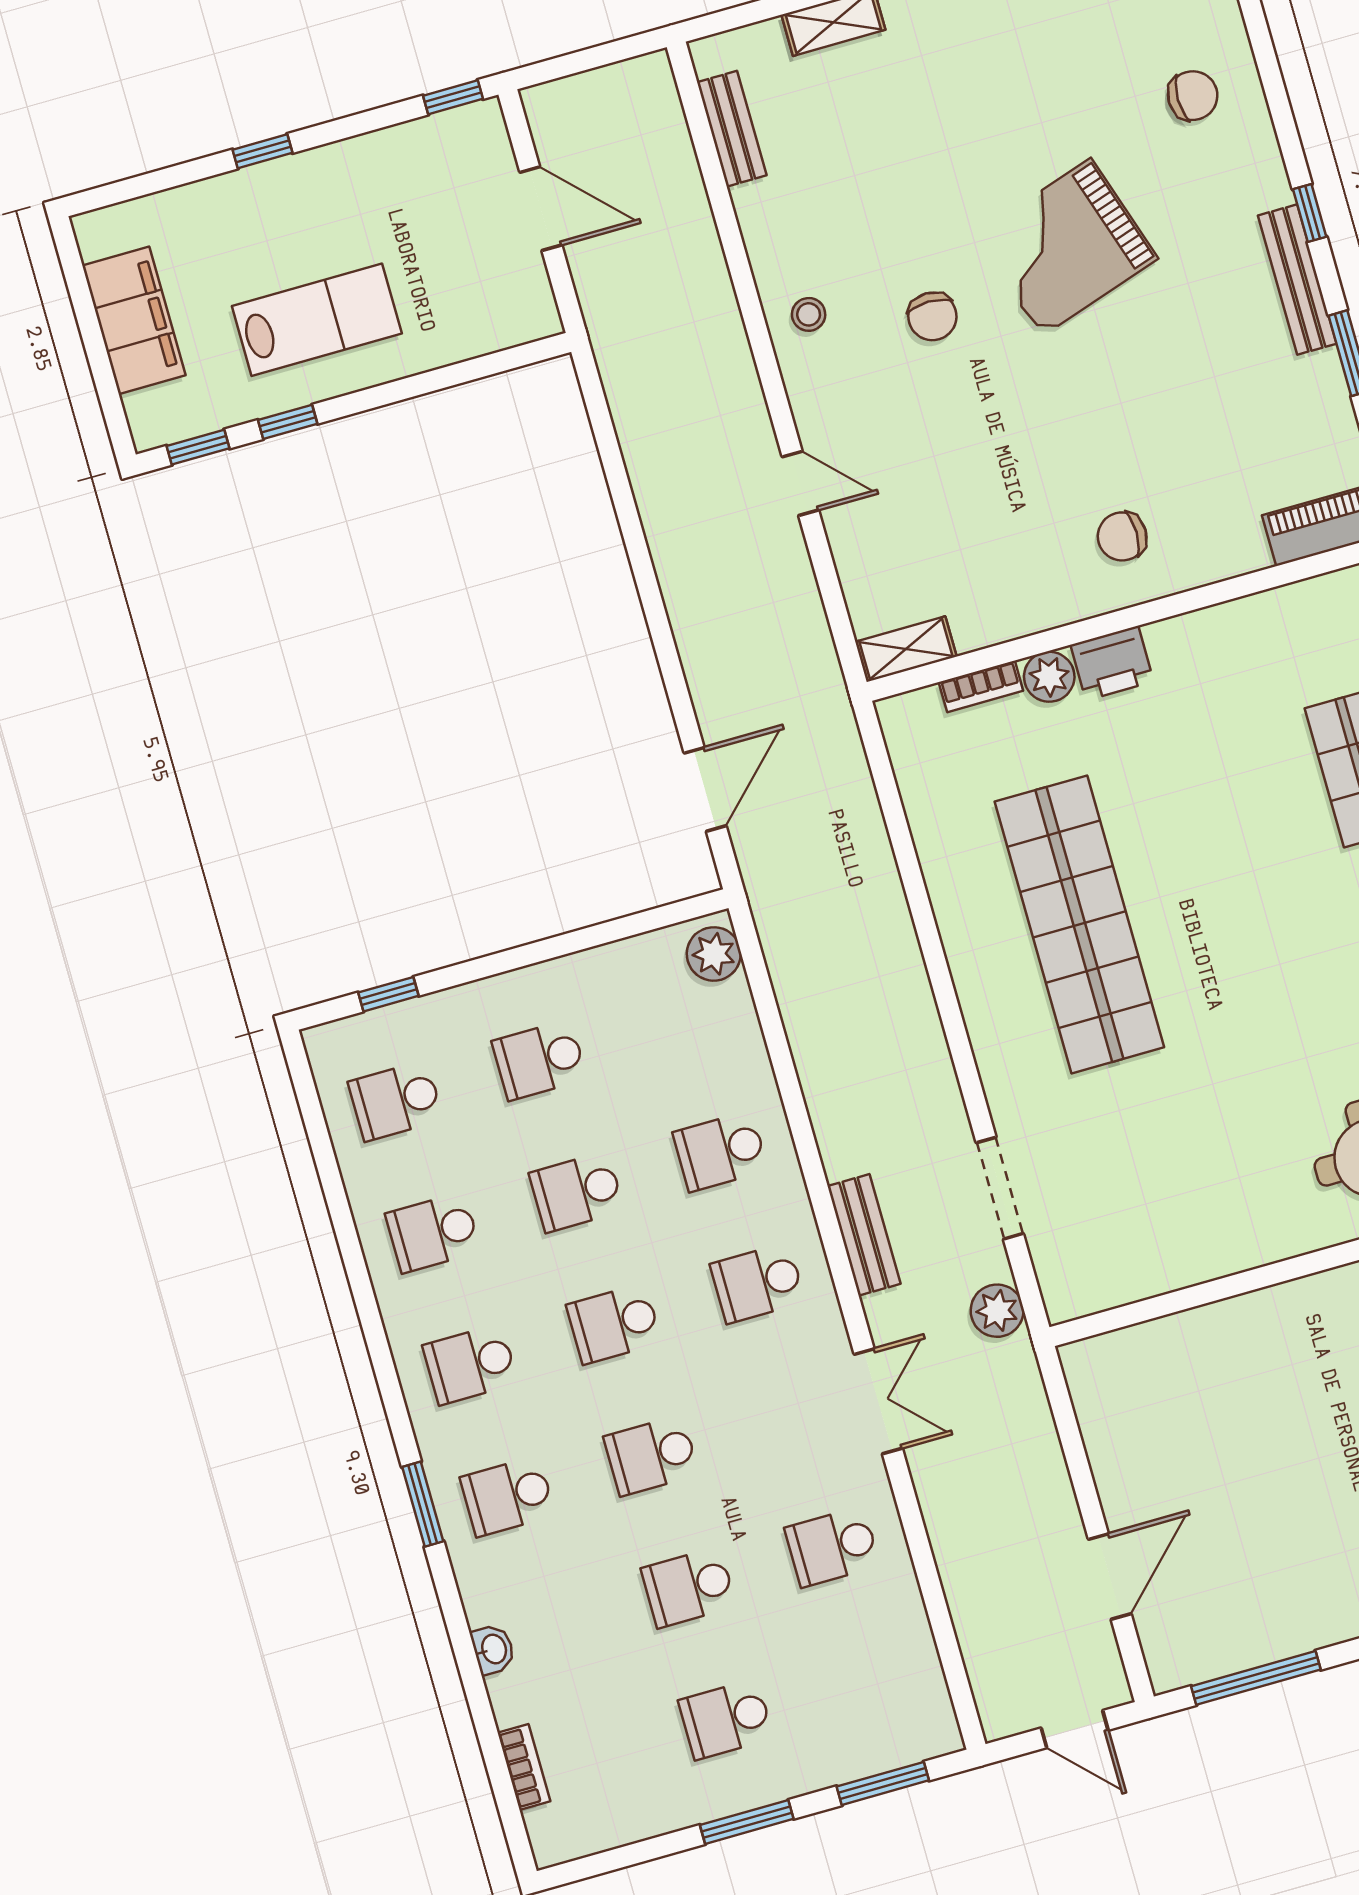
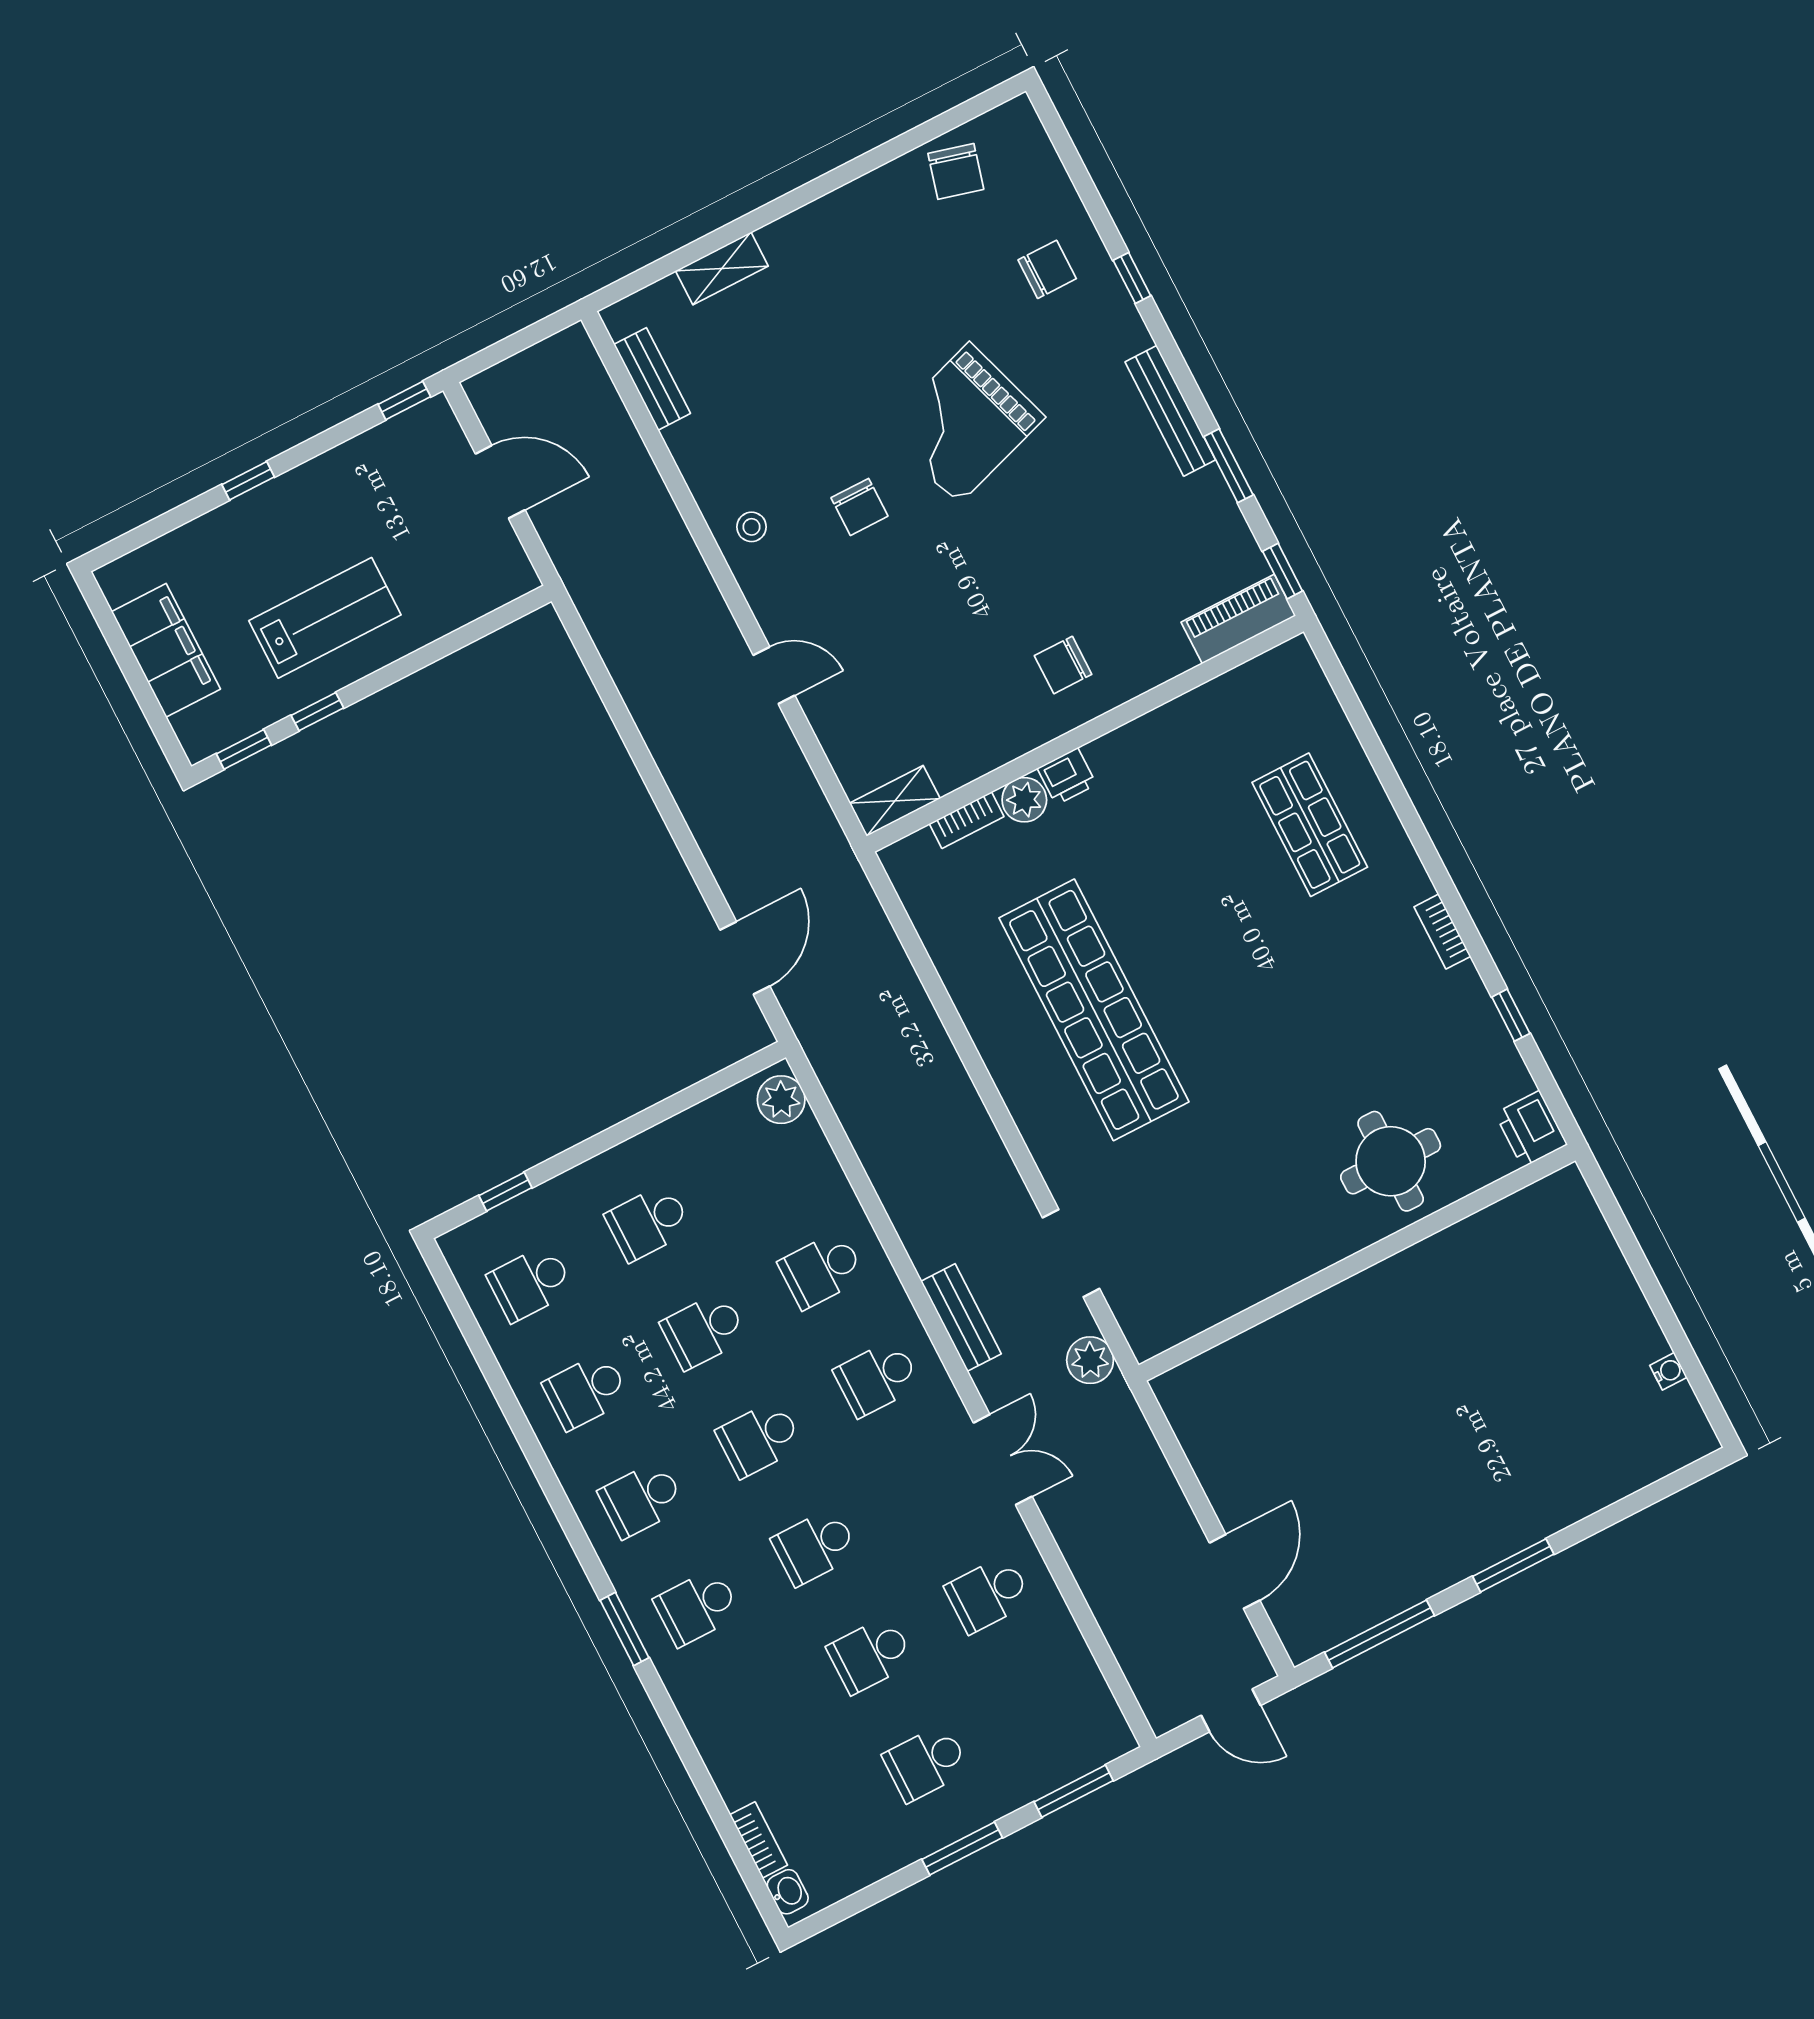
window: (1310, 213) -> (1132, 278), moved
printer: (1112, 663) -> (1067, 776), width x0.73, depth x0.81
washbasin: (493, 1649) -> (788, 1892), moved

